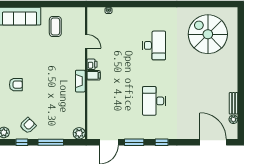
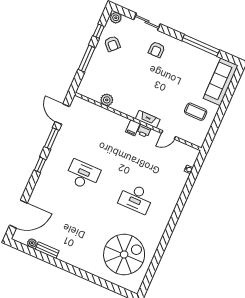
fireplace: (80, 81) -> (148, 119), moved
plant: (79, 133) -> (107, 100), moved

